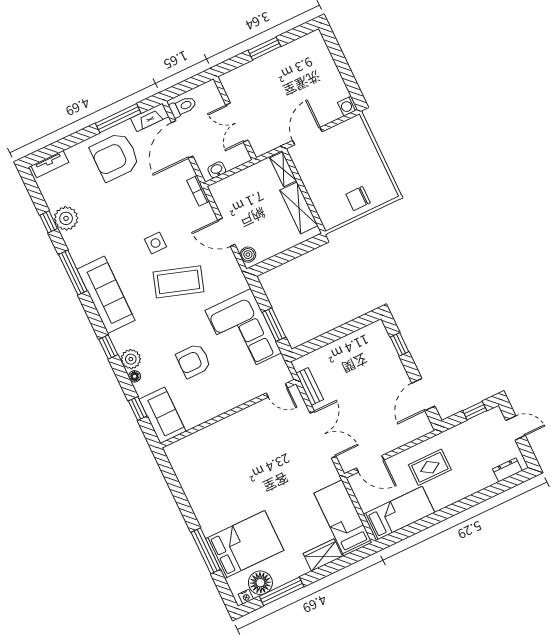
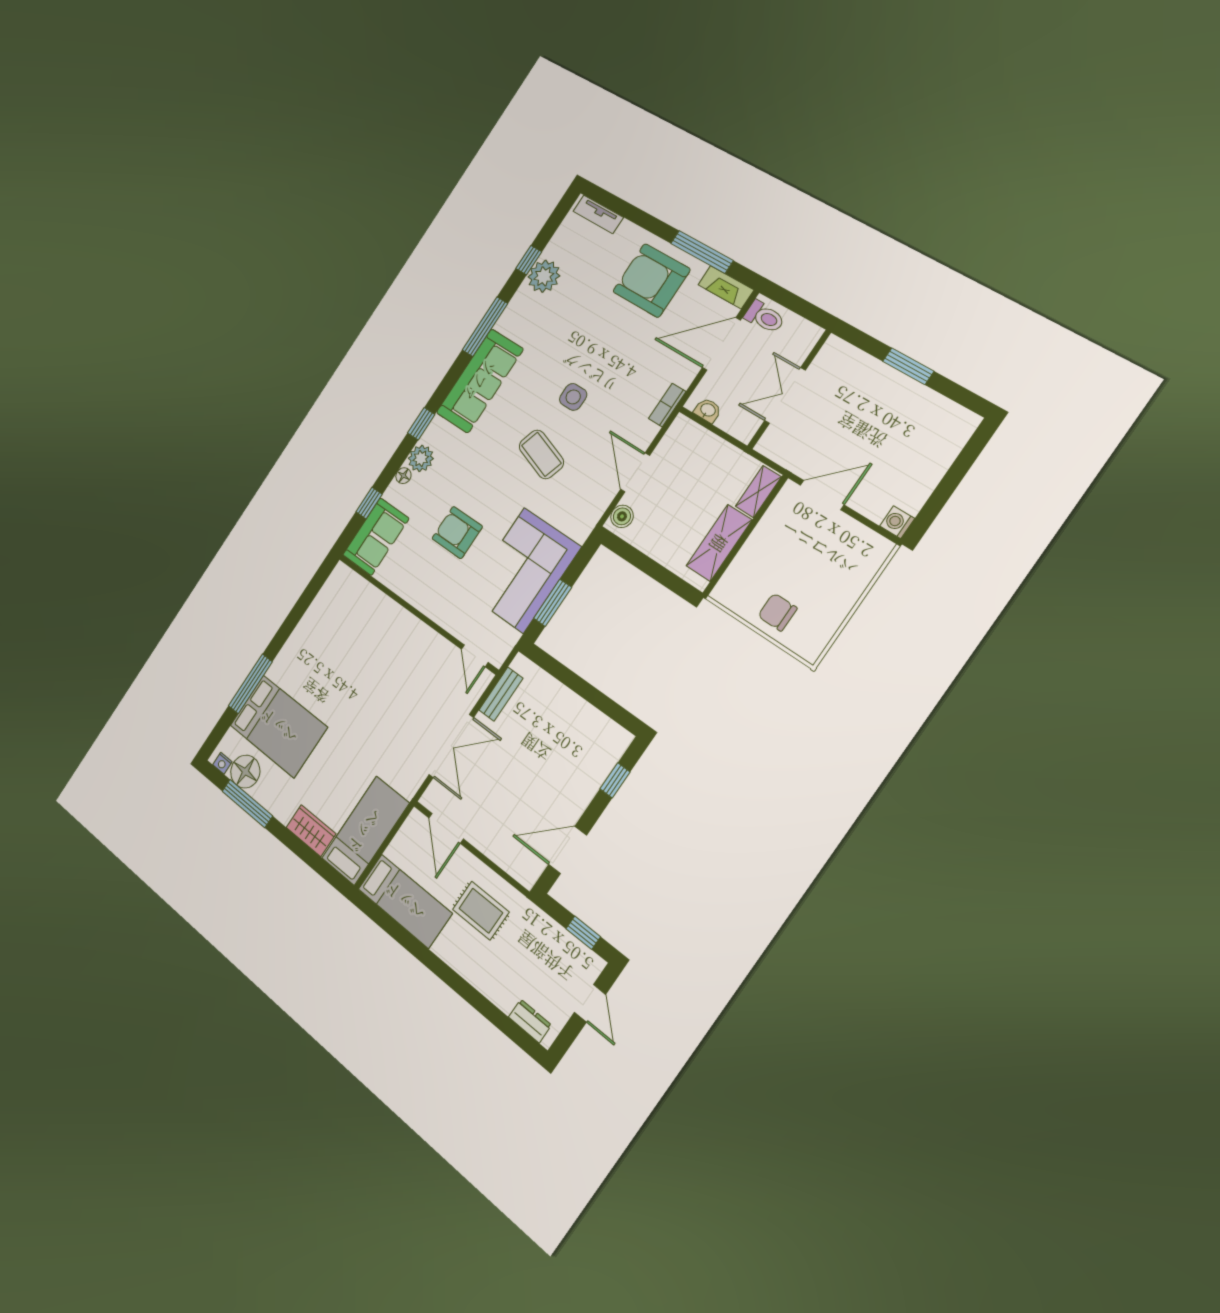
coffee table: (179, 282) -> (541, 454), width x0.73, depth x0.76

